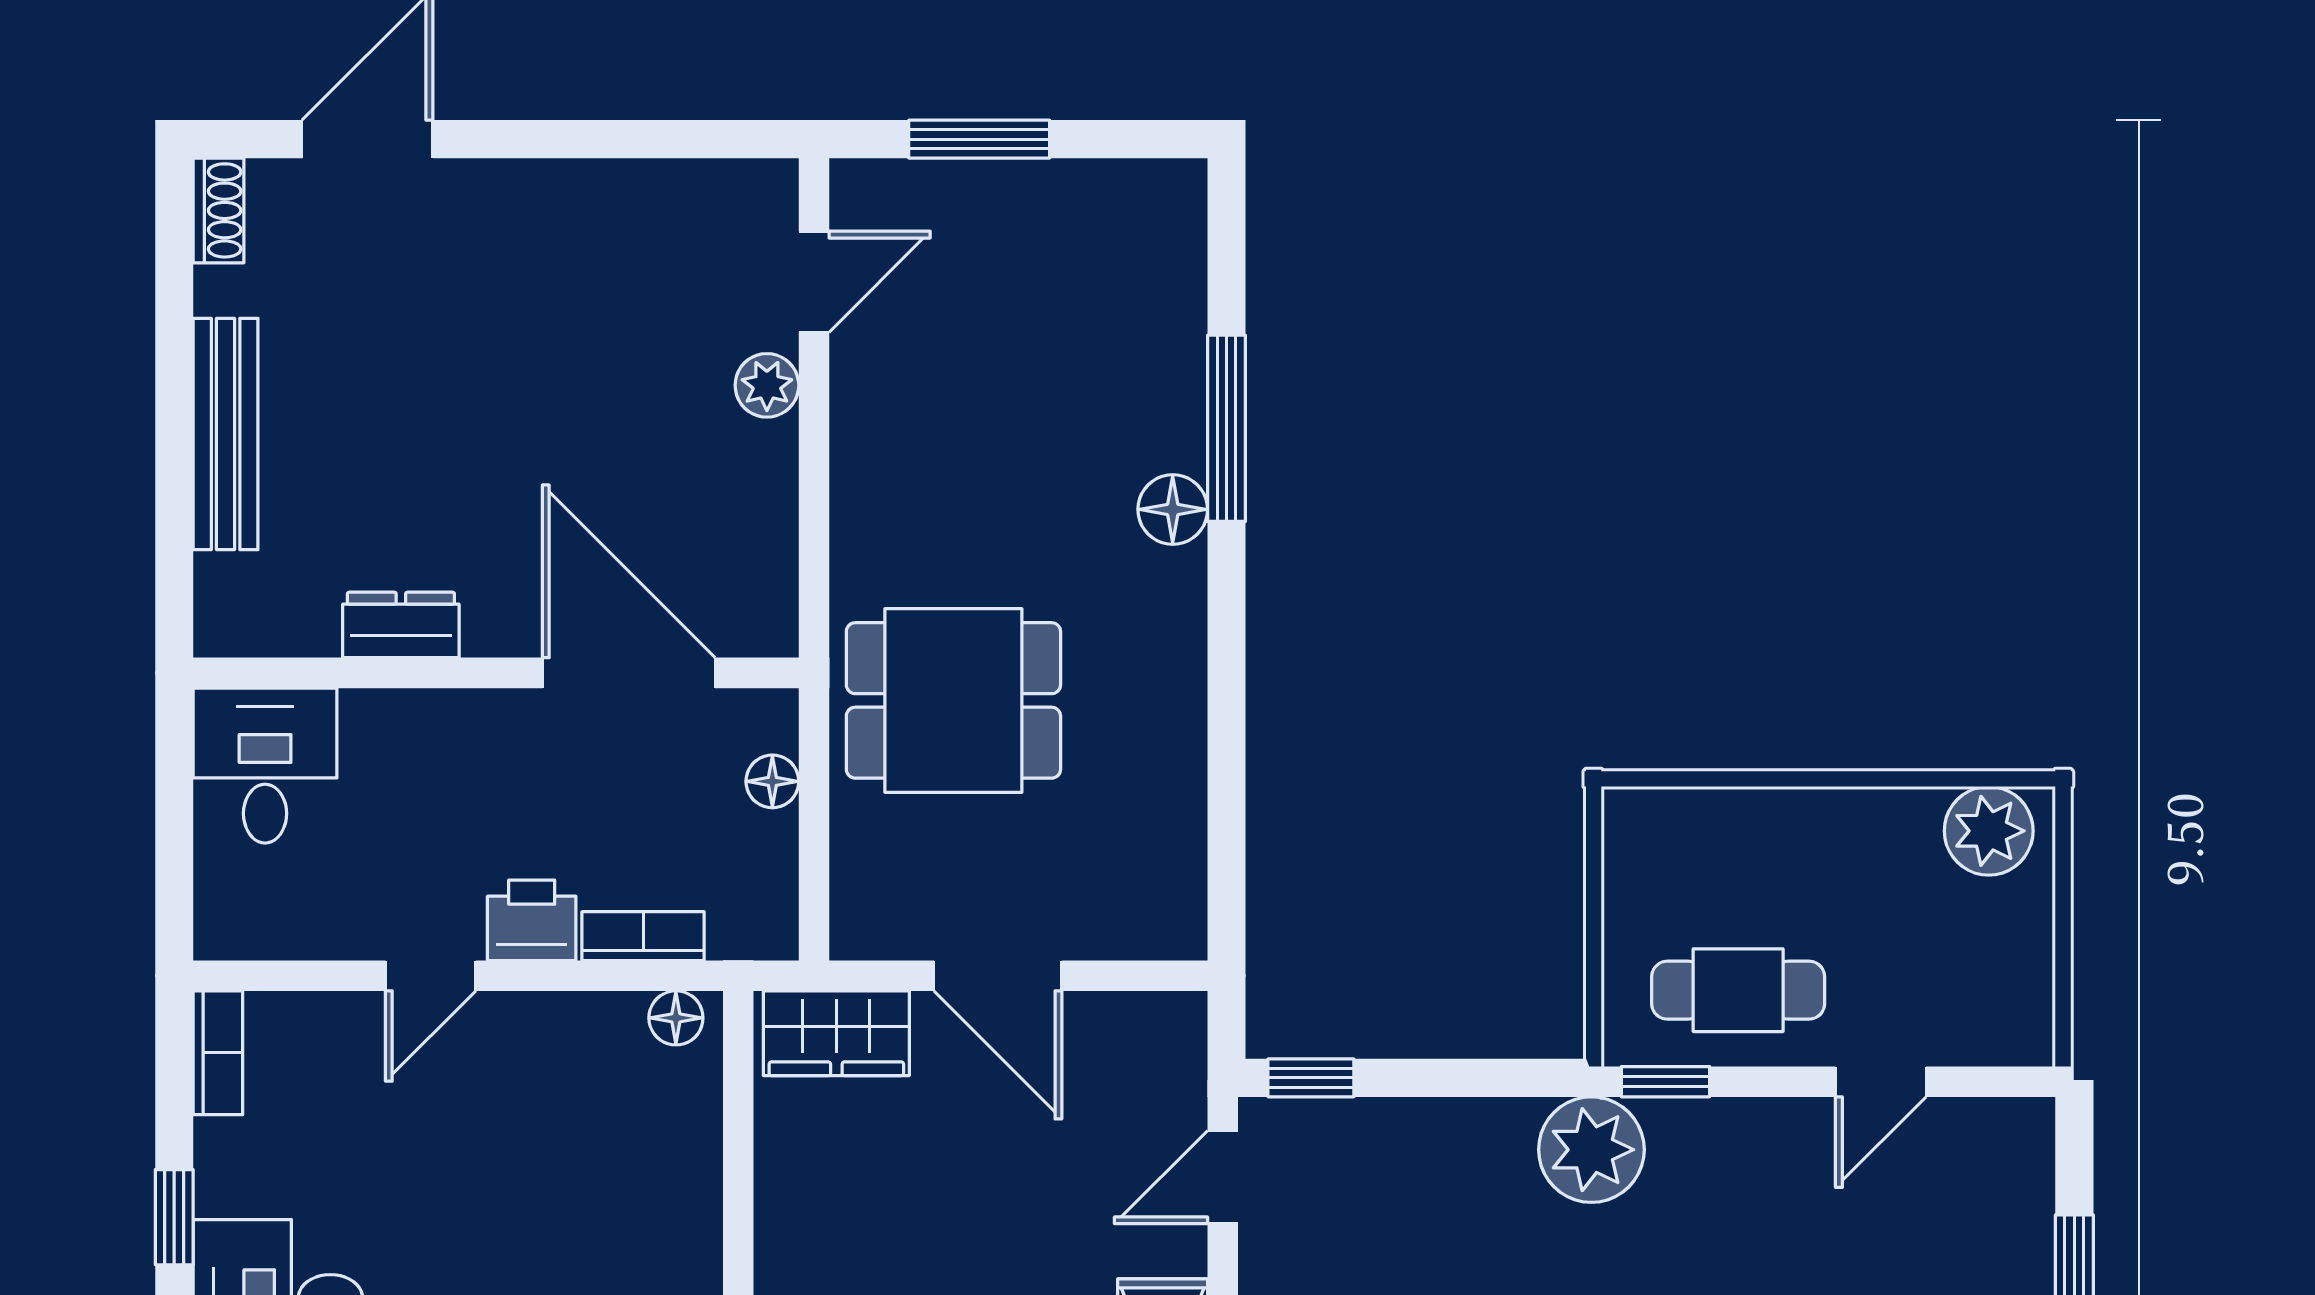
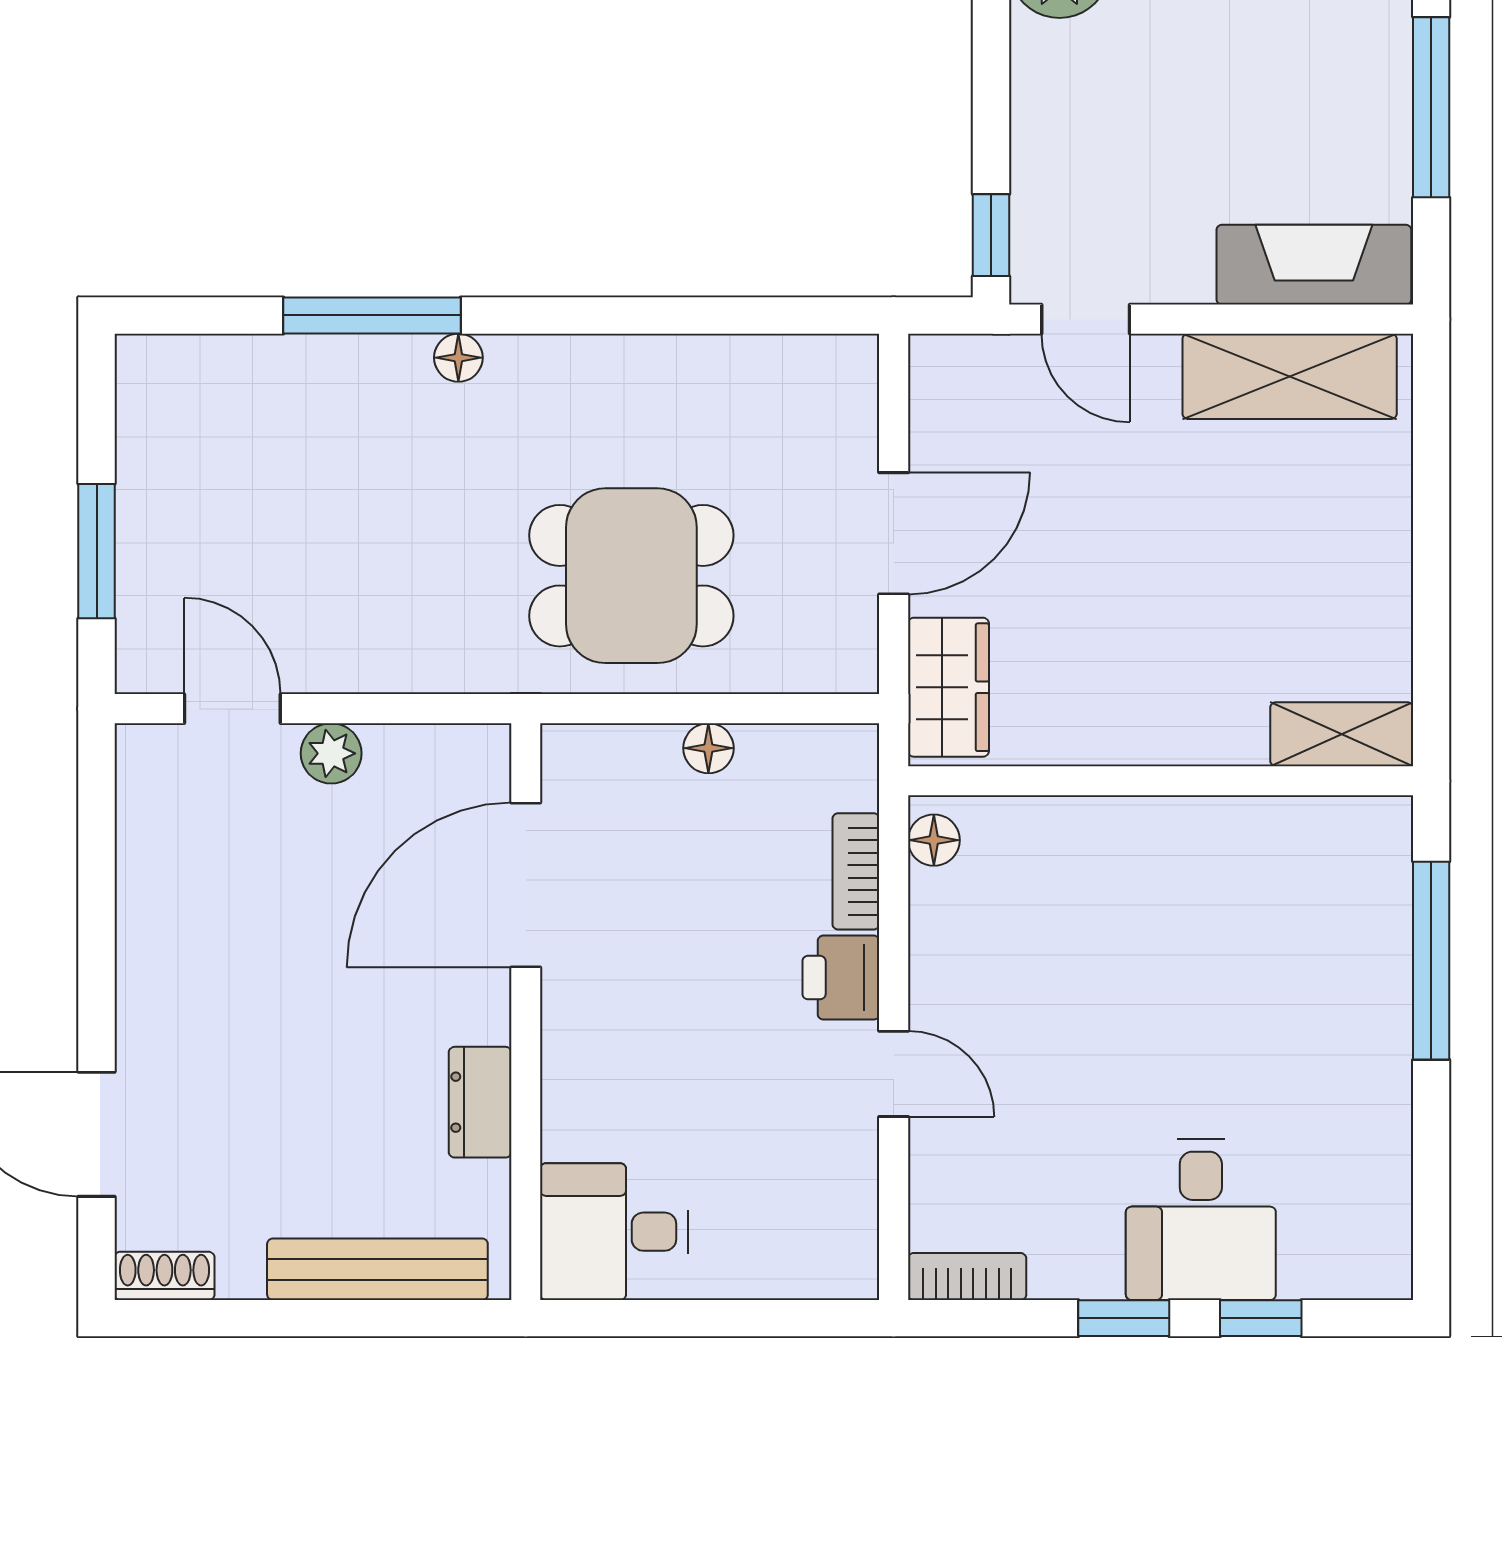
floor lamp: (1173, 509) -> (458, 358), width x0.73, depth x0.73
dresser: (401, 625) -> (480, 1102), moved
wall: (496, 673) -> (526, 1012), moved
door: (629, 673) -> (526, 885), moved
dining table: (953, 700) -> (631, 576), turned 90
desk: (265, 766) -> (614, 1232), moved

